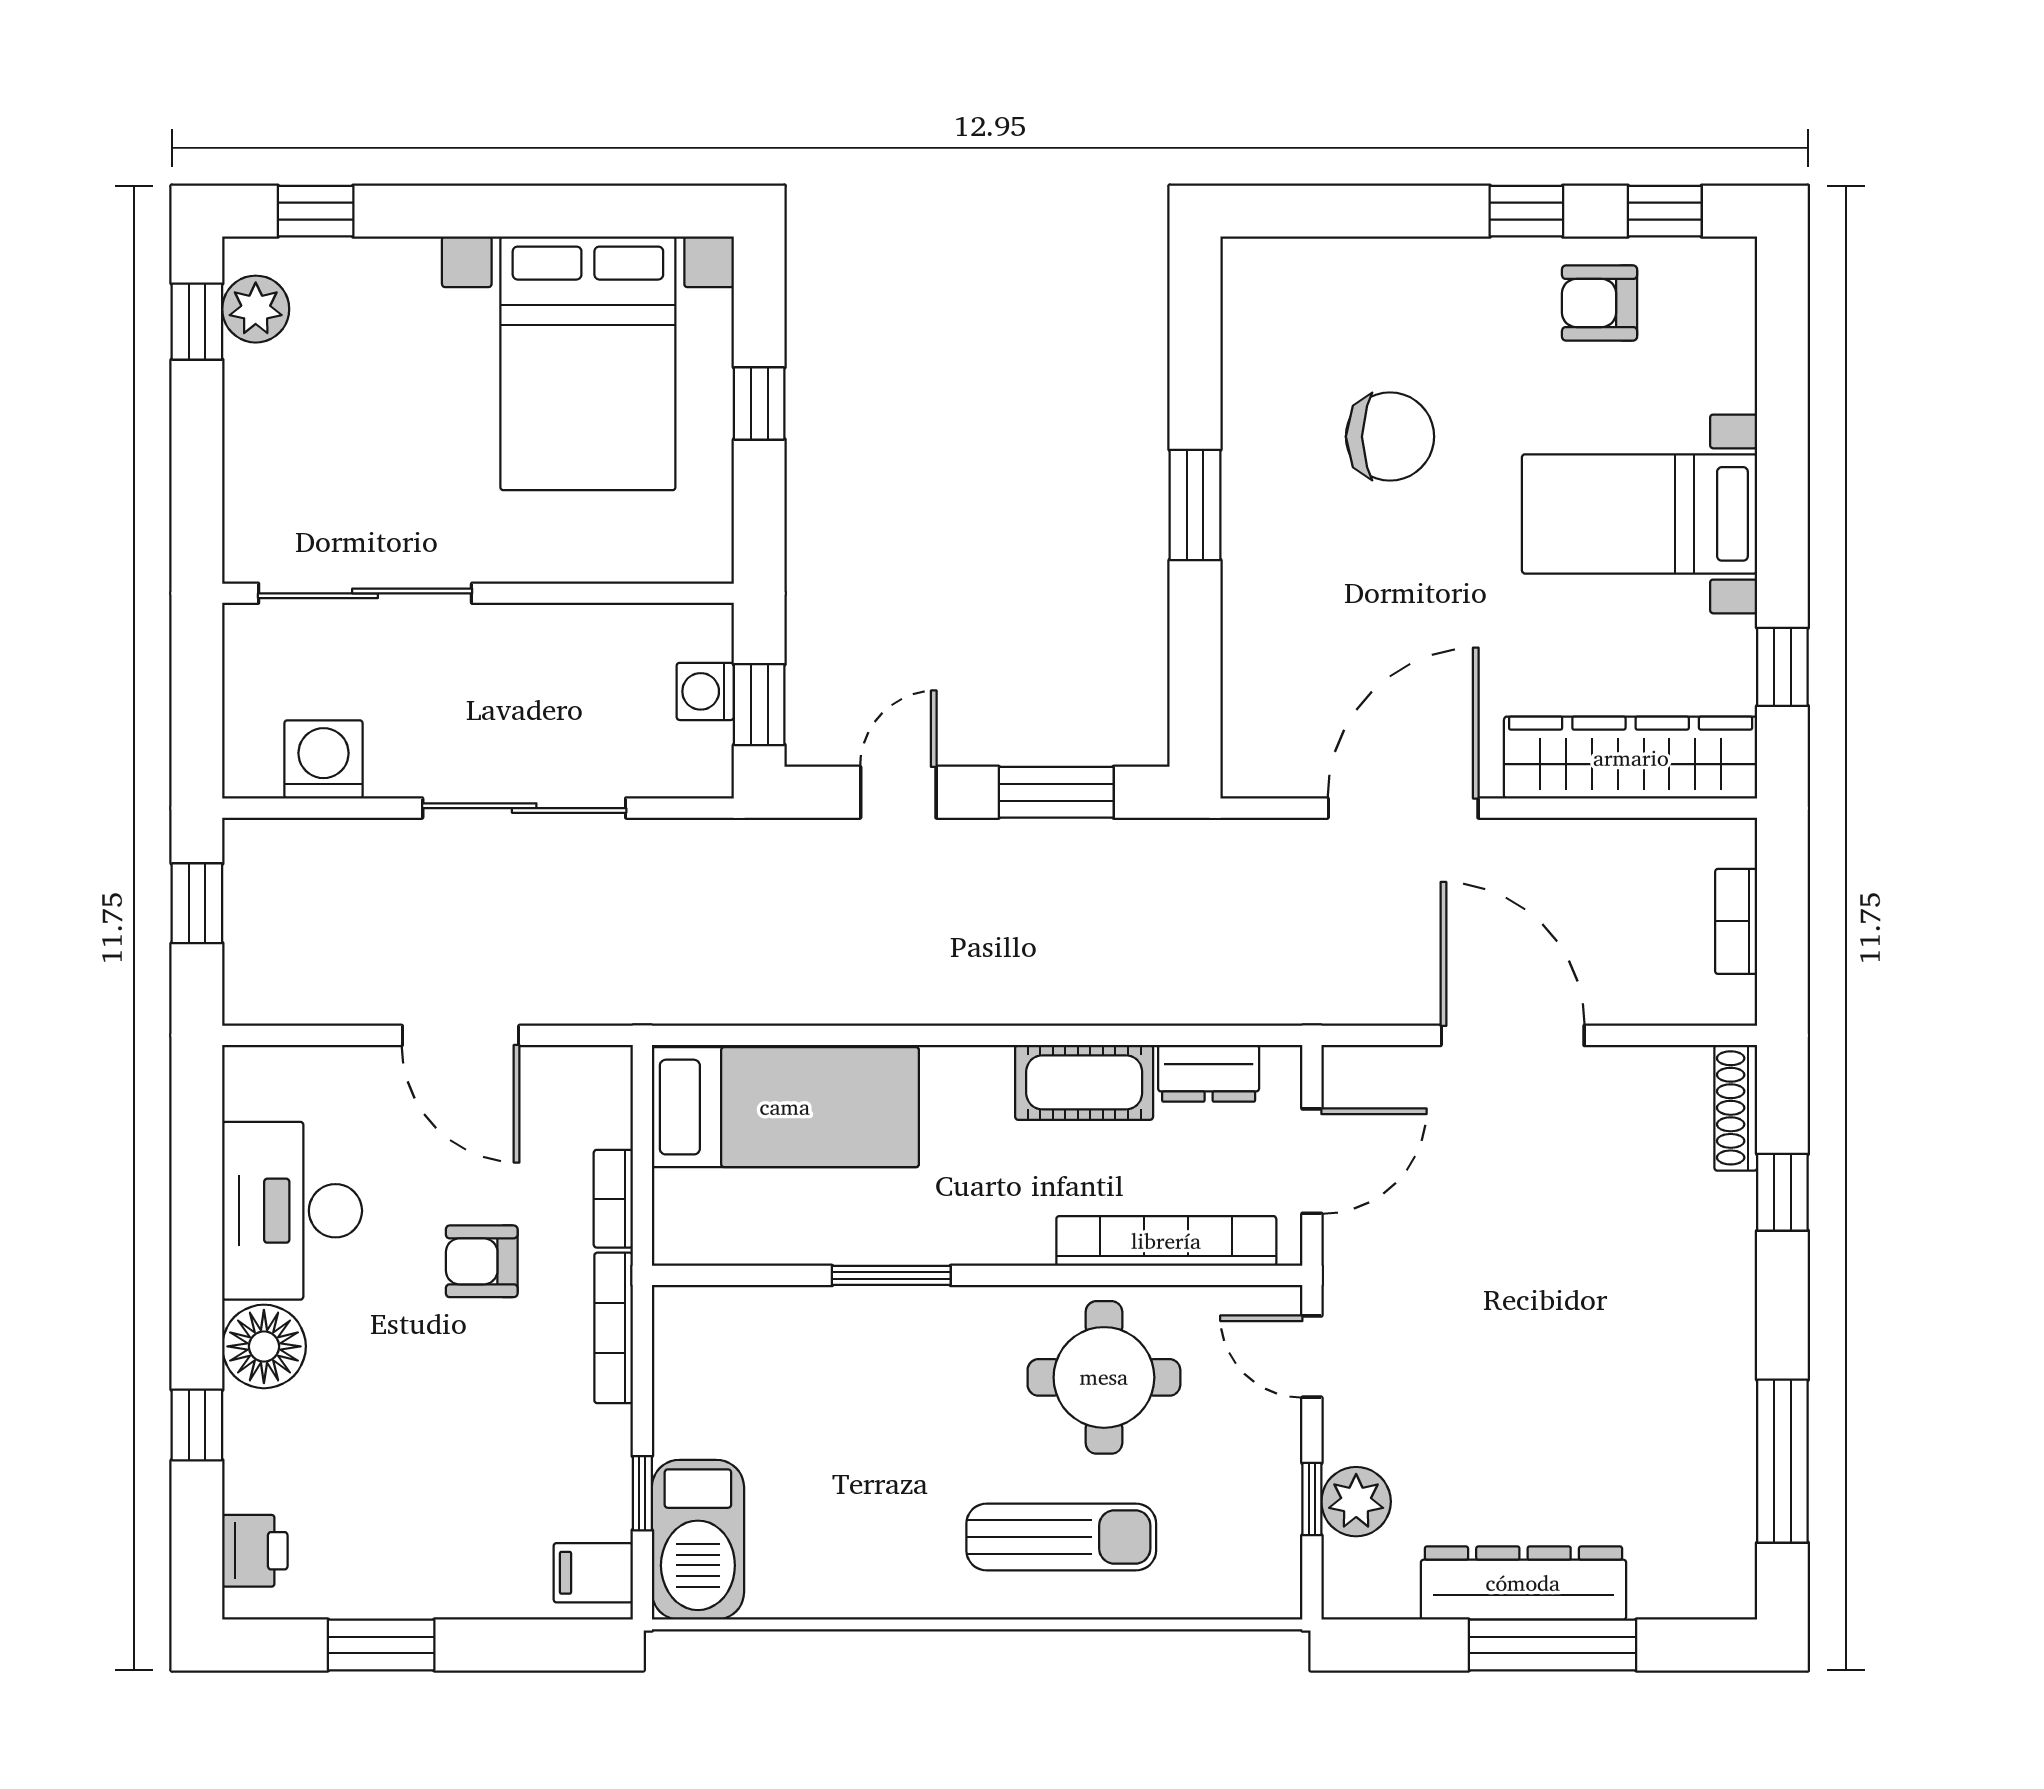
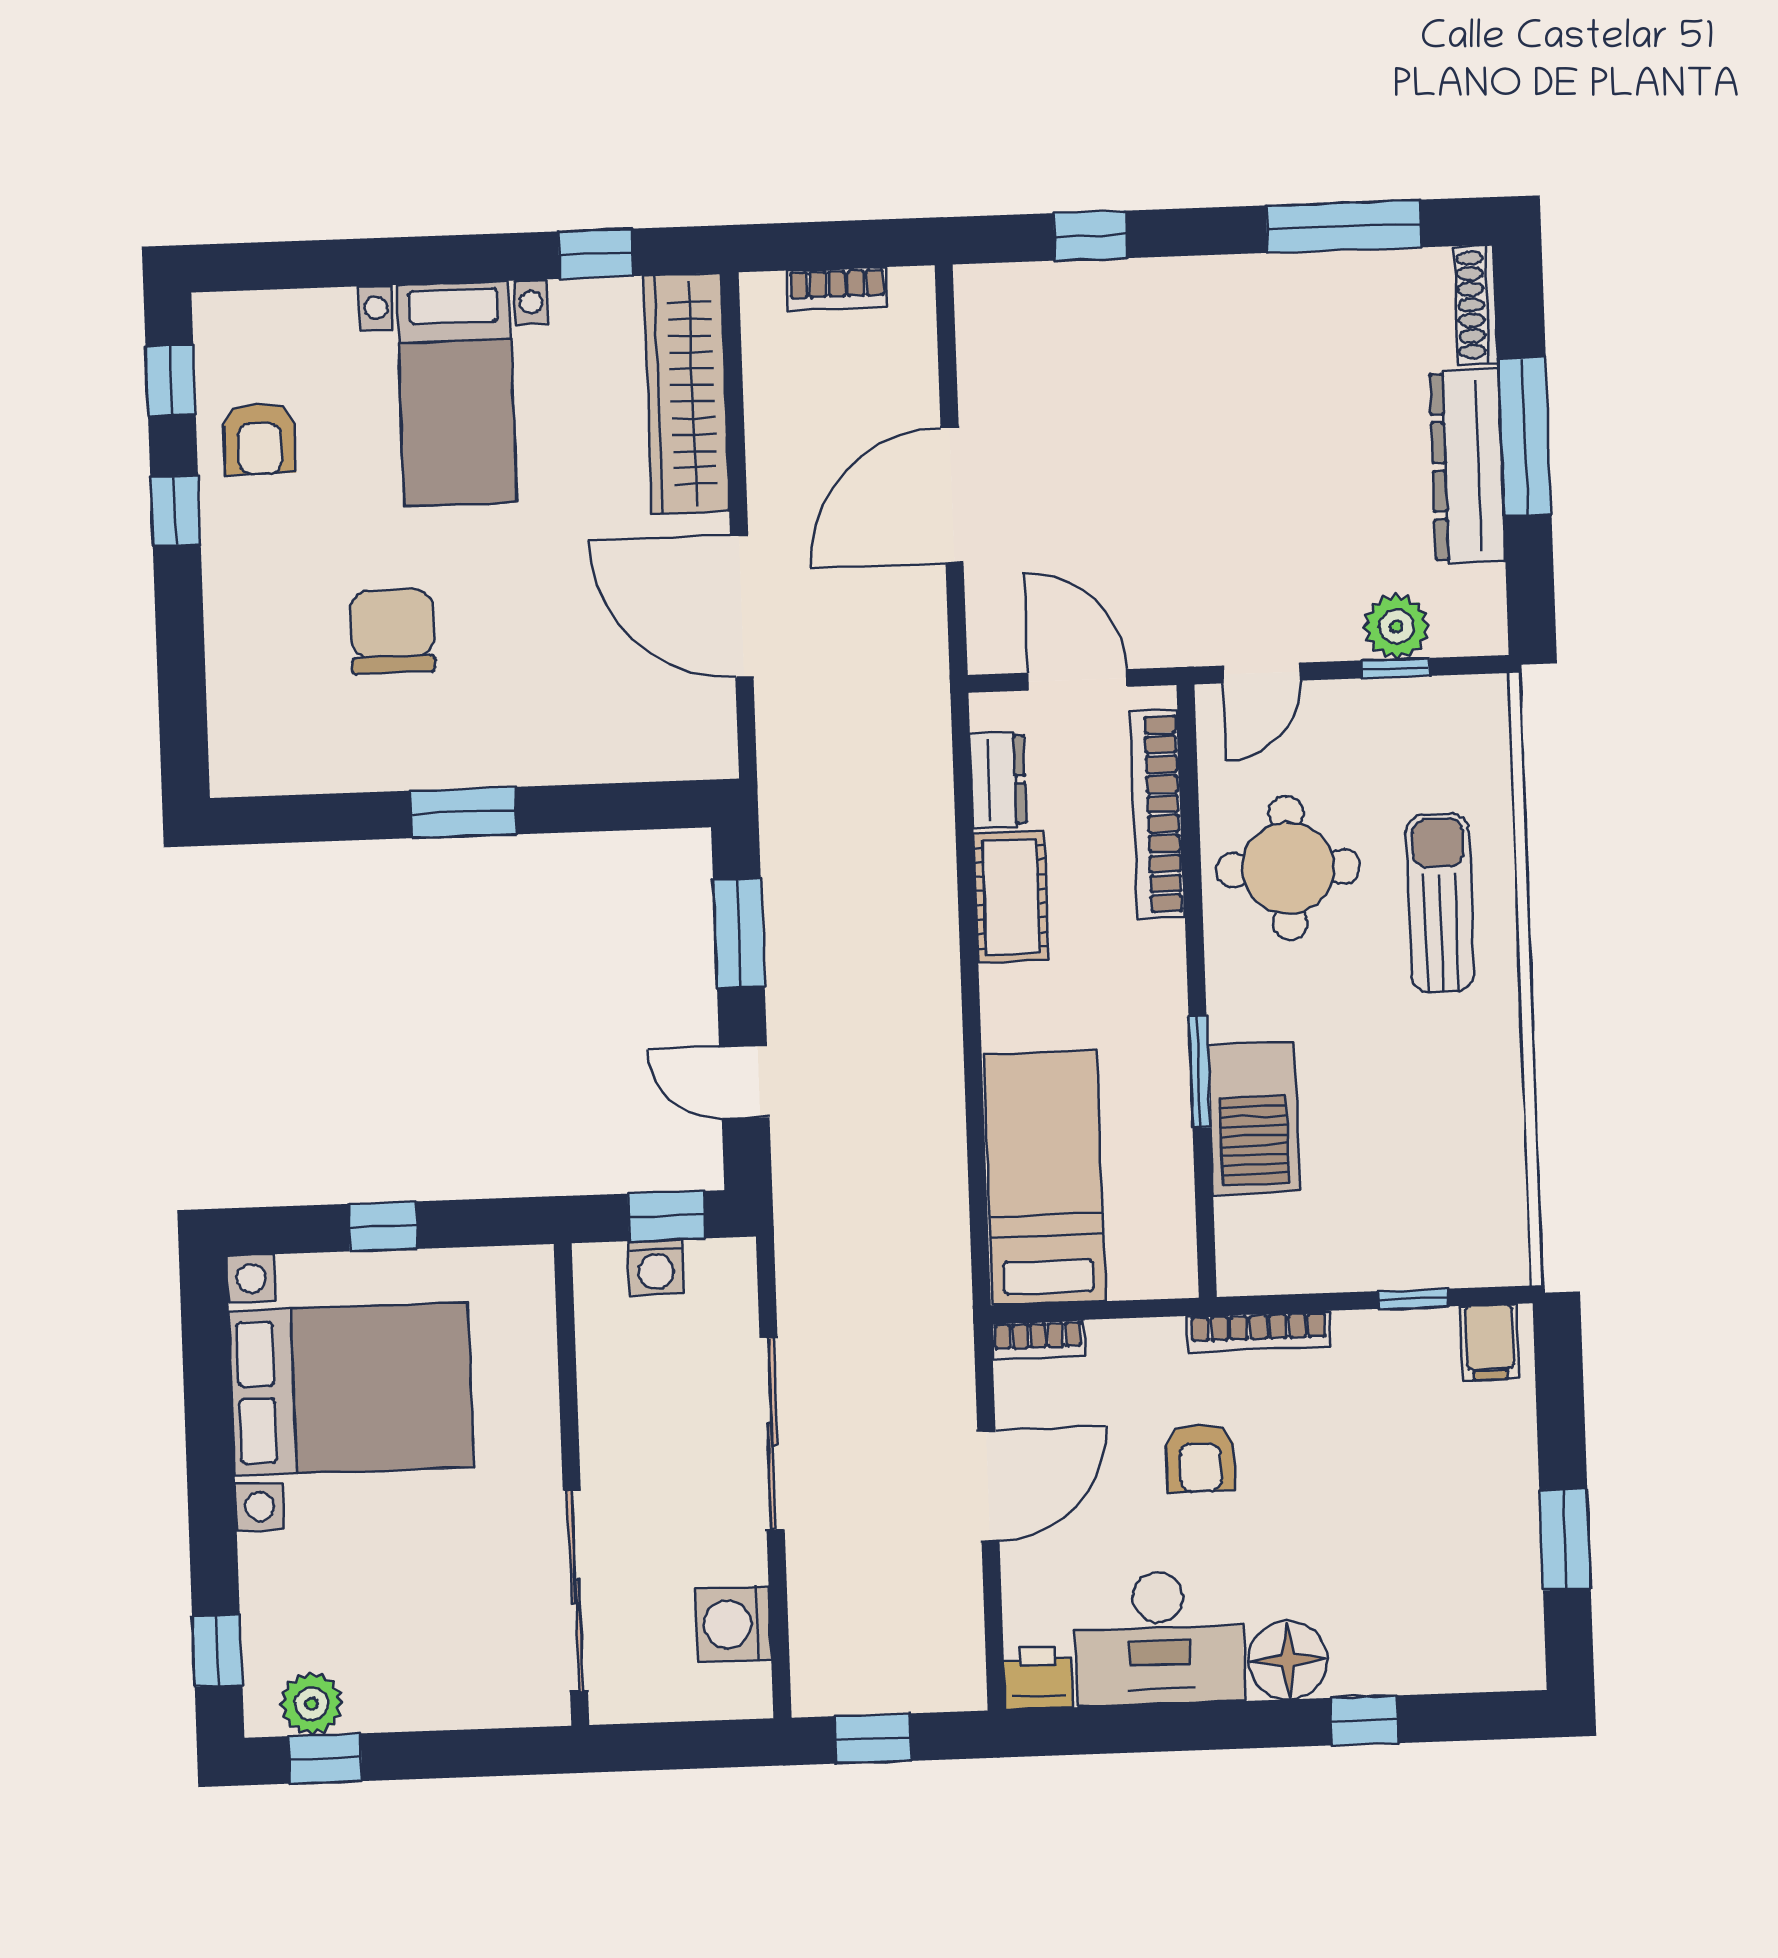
shoe rack: (1736, 1108) -> (1476, 305), moved, turned 90
bookcase: (613, 1199) -> (1038, 1340), moved
barbecue: (698, 1540) -> (1254, 1118), moved, turned 90
printer: (255, 1551) -> (1038, 1678), moved

